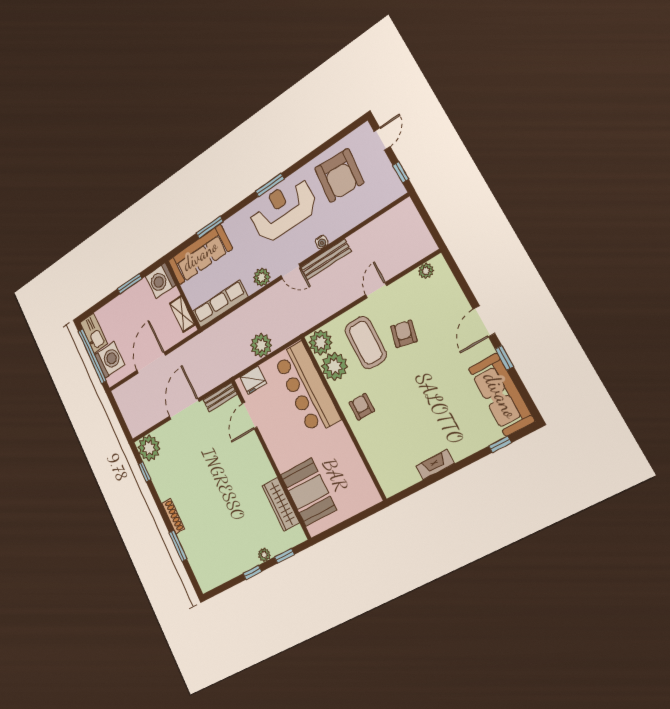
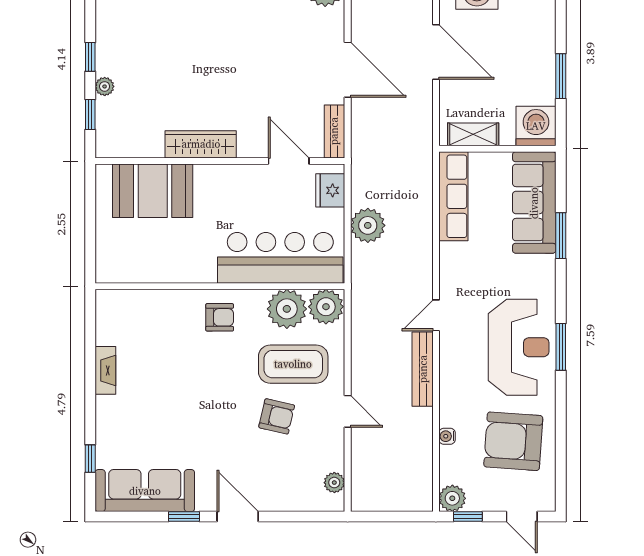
water cooler: (322, 242) -> (447, 436), moved
plant: (262, 277) -> (452, 498), moved
wardrobe: (281, 504) -> (201, 144), moved

